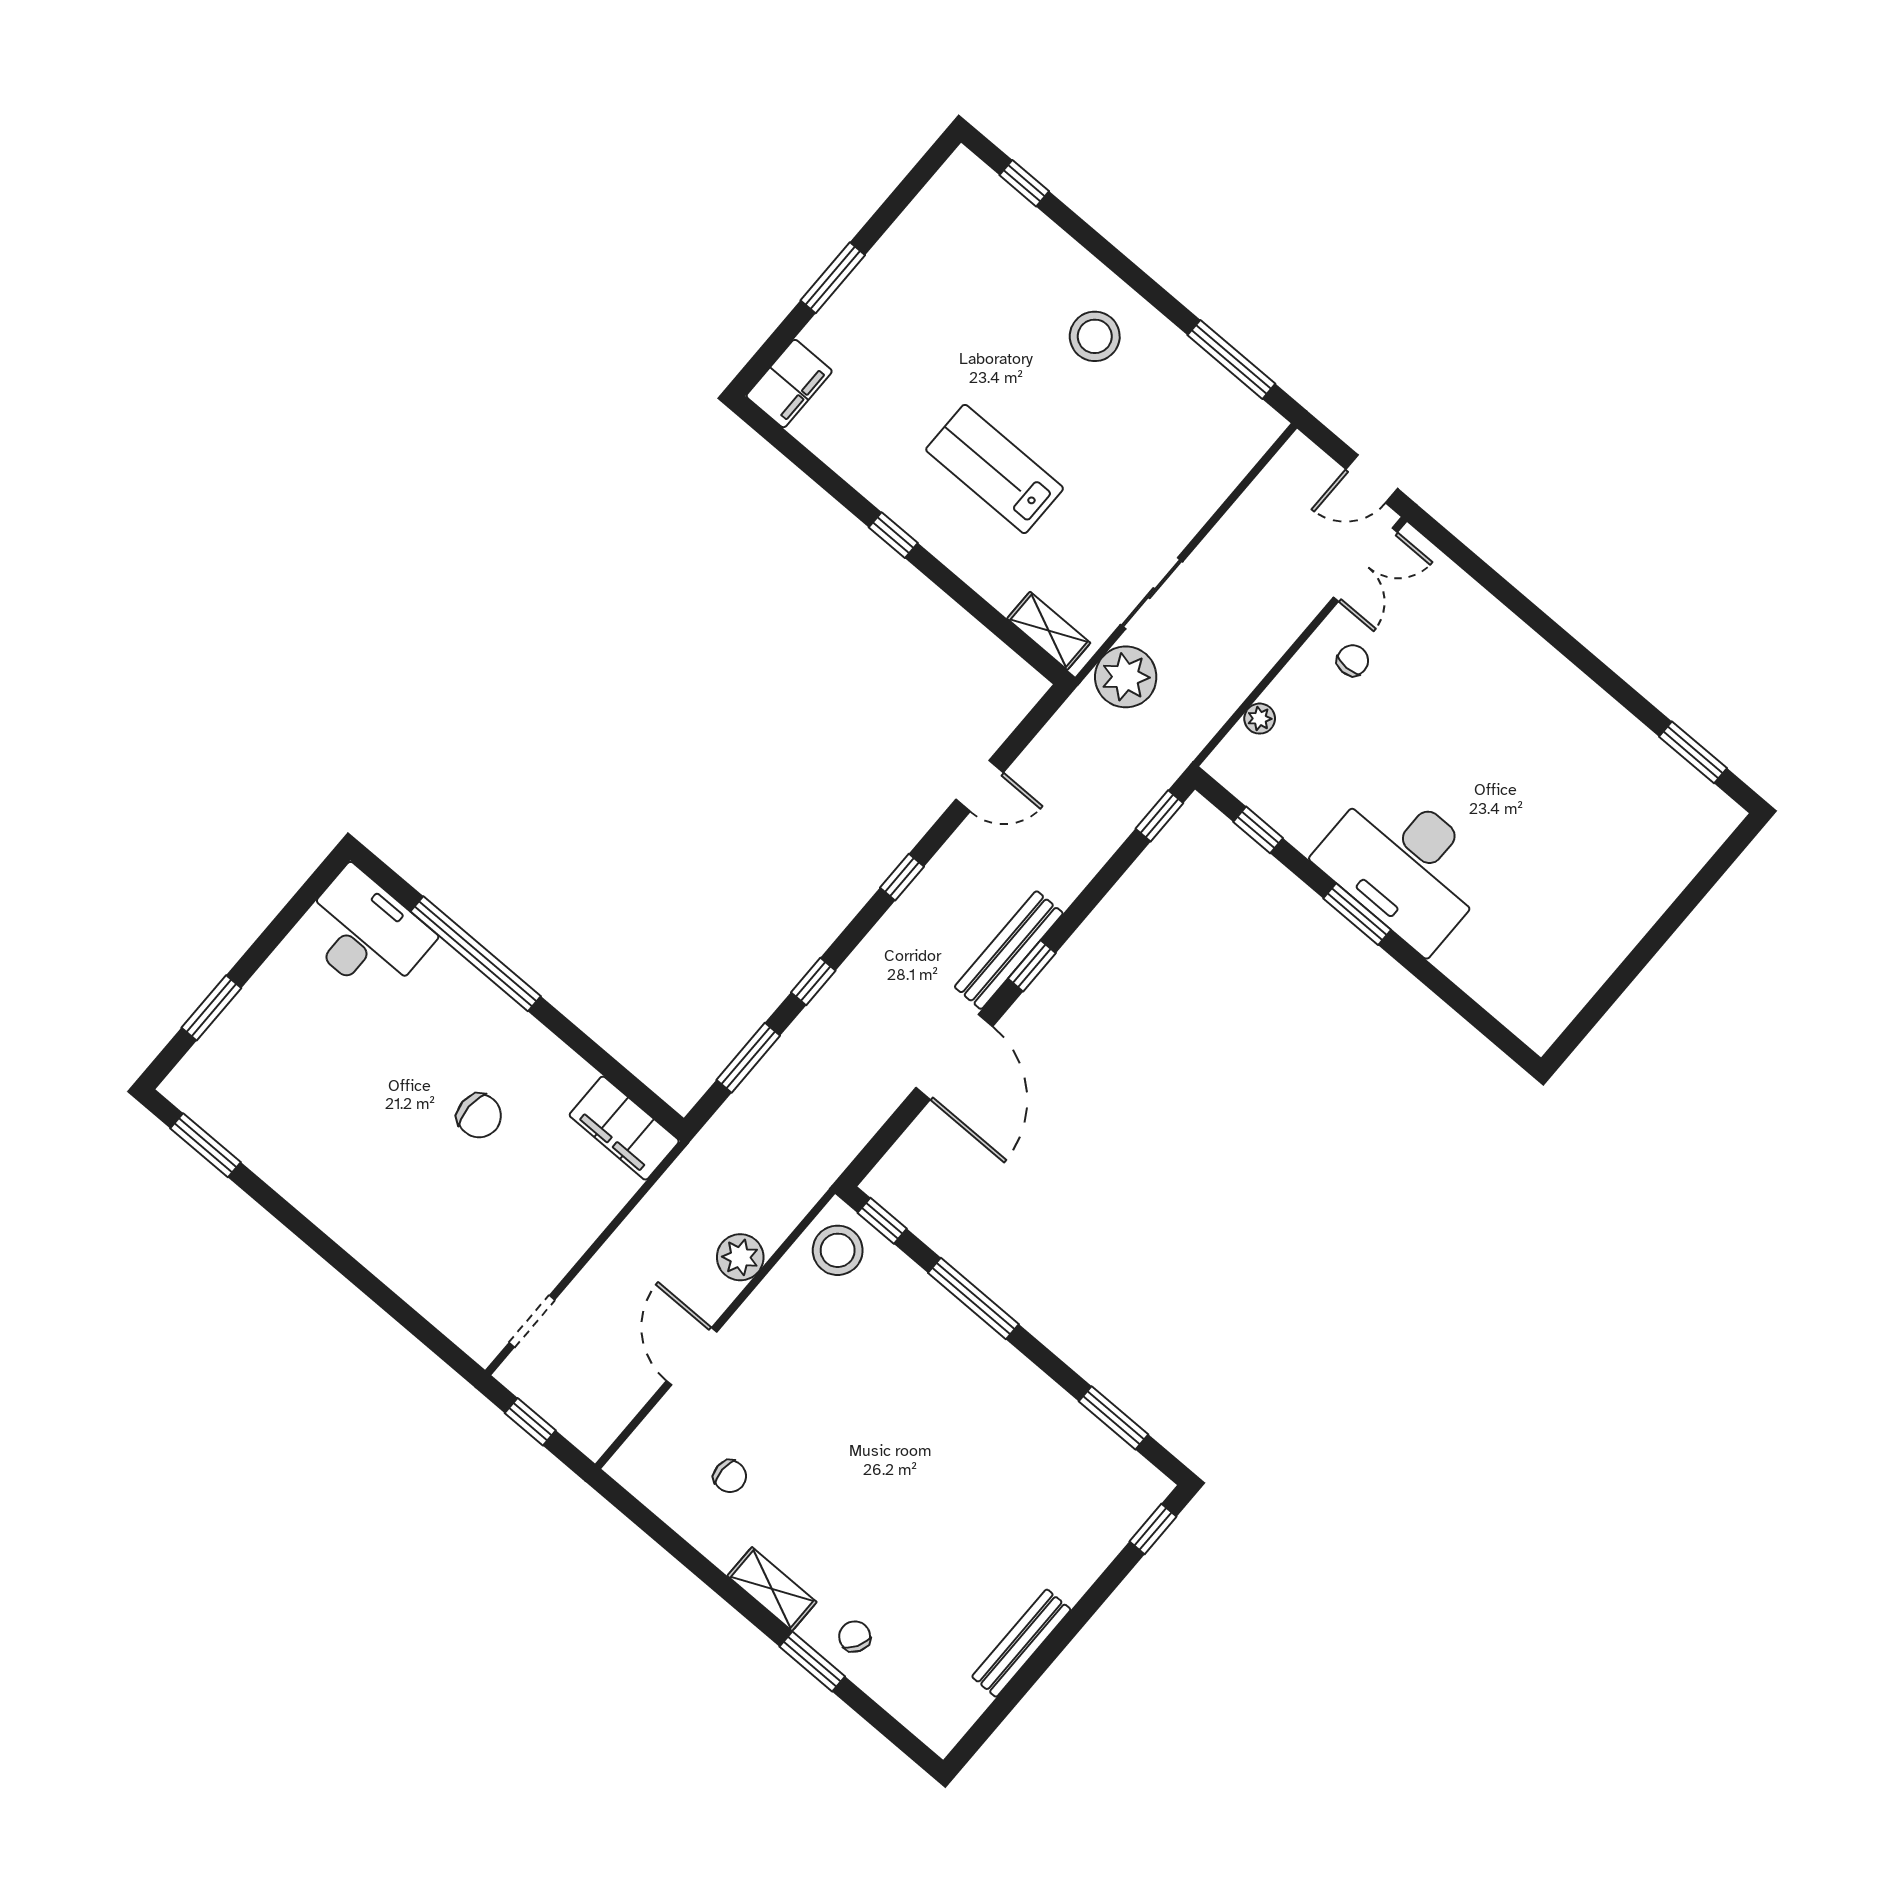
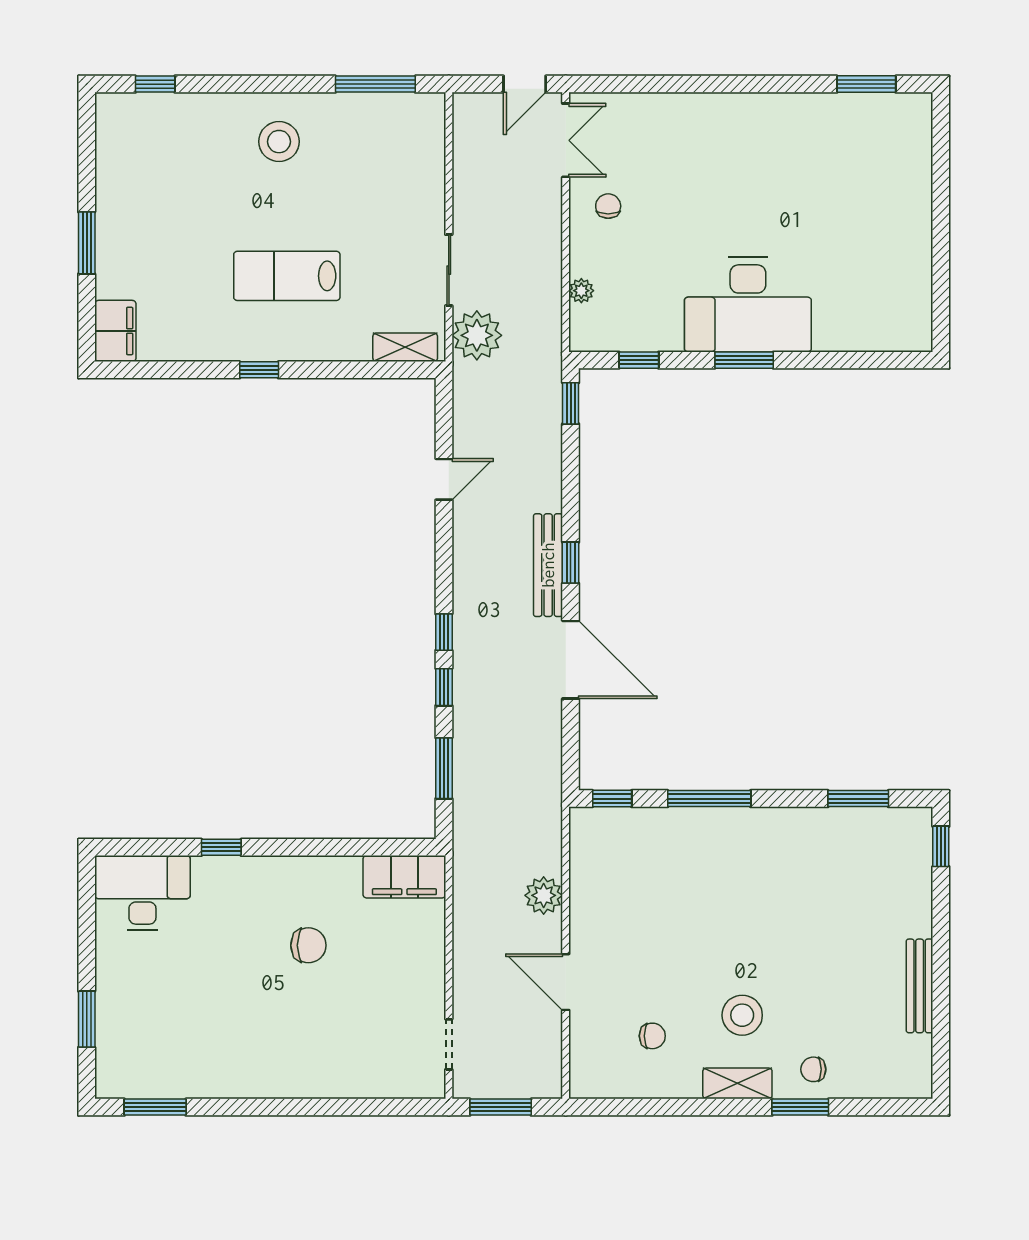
window: (902, 877) -> (444, 632), moved
window: (476, 954) -> (221, 847), width x0.32
stool: (838, 1250) -> (742, 1015), moved
window: (530, 1422) -> (501, 1107), width x1.50
chair: (855, 1637) -> (813, 1069), turned -30

